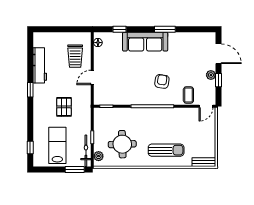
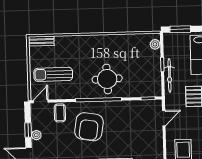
door: (92, 77) -> (164, 118), moved
armchair: (162, 81) -> (89, 127), width x1.88, depth x1.88
round table: (122, 144) -> (107, 79), moved
sun lounger: (166, 150) -> (53, 74), moved
bicycle: (86, 151) -> (169, 75), moved

